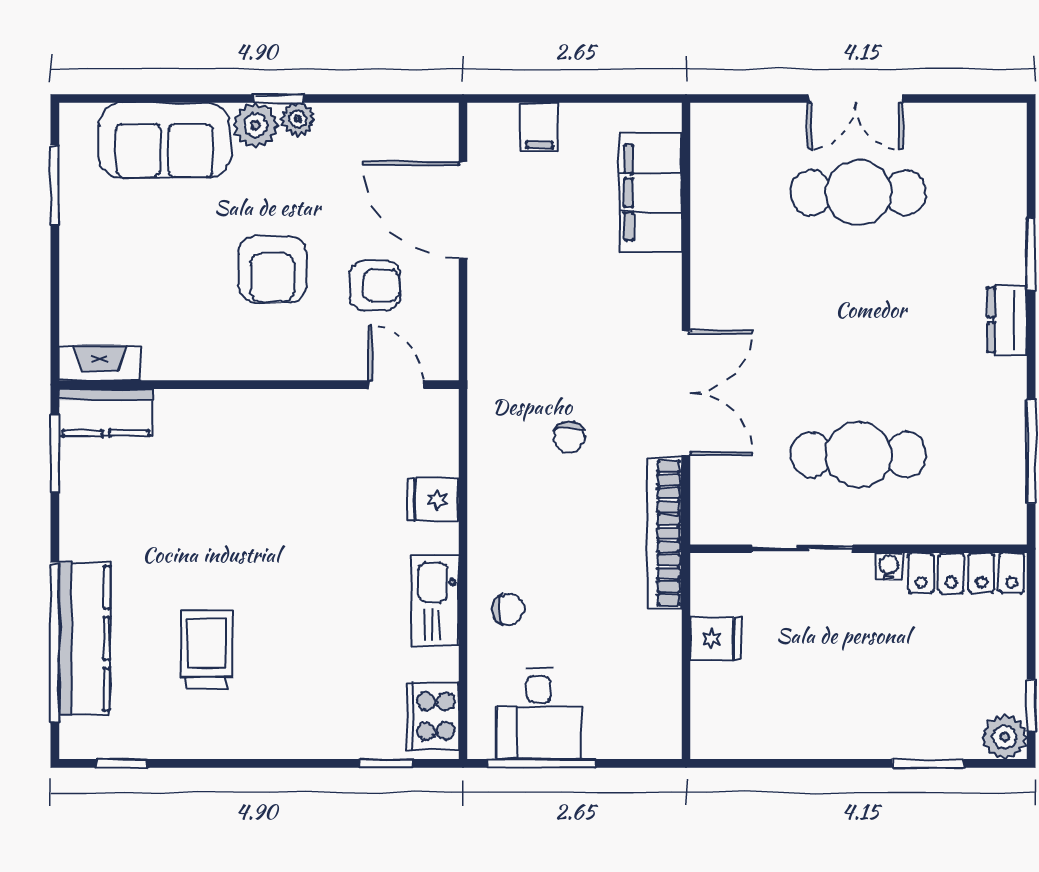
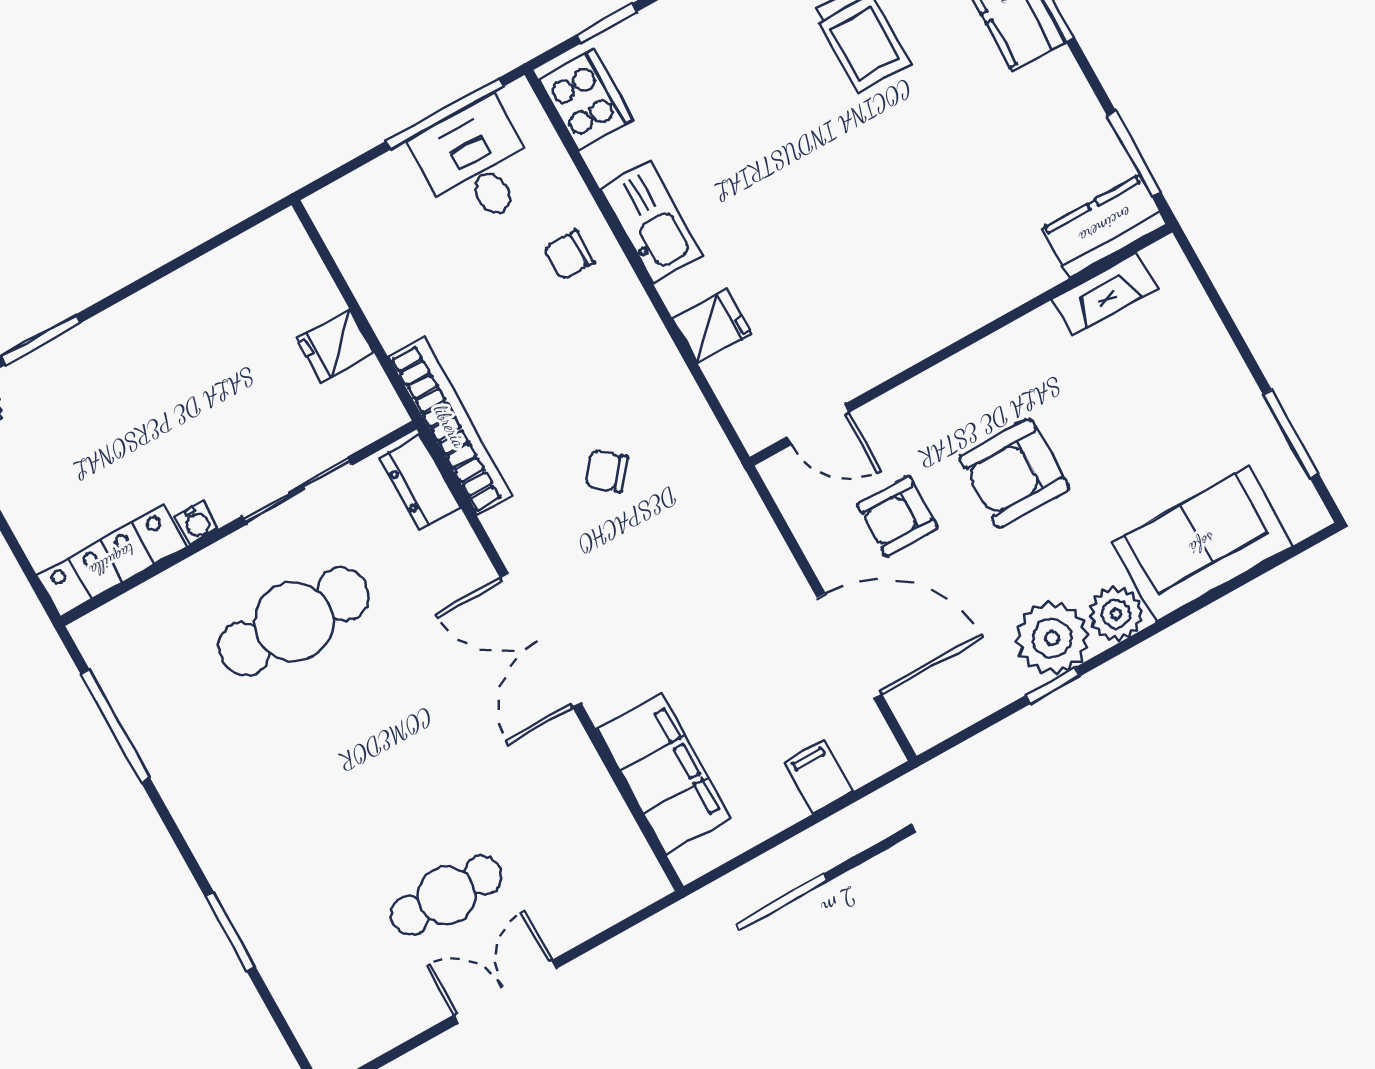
window: (279, 98) -> (1053, 686), moved
plant: (298, 119) -> (1052, 638), width x1.87, depth x1.87
cafe table: (859, 193) -> (447, 895), width x0.73, depth x0.74
armchair: (273, 269) -> (1014, 473), turned -90
dresser: (1007, 320) -> (420, 482), moved, turned 180
fireplace: (100, 363) -> (1104, 294), moved
double door: (686, 393) -> (541, 640), moved
chair: (569, 437) -> (607, 471), turned -51

